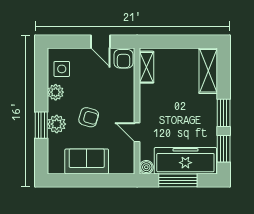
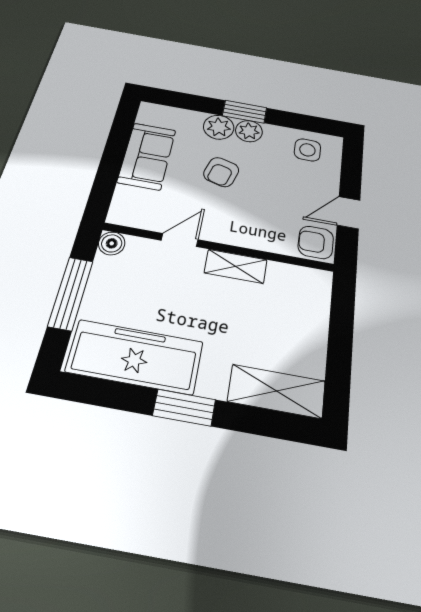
shelving: (147, 67) -> (236, 266), moved
plant: (56, 92) -> (249, 131), moved
window: (41, 125) -> (245, 112), moved
window: (224, 149) -> (109, 394), removed
freezer: (185, 161) -> (135, 357), moved, turned -90

